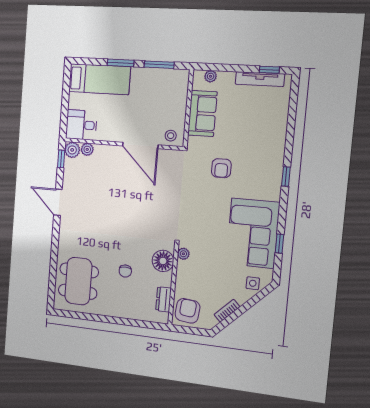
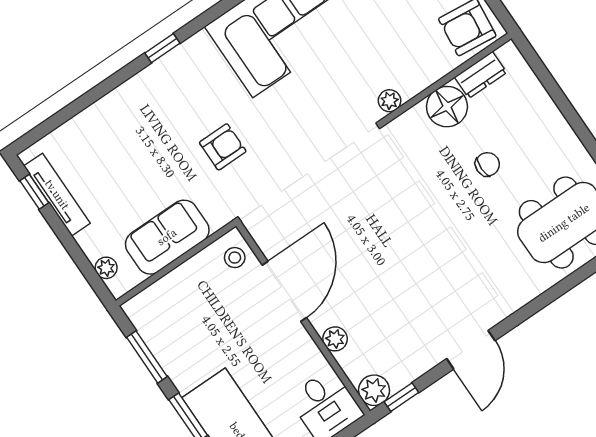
plant: (87, 149) -> (335, 339), moved
floor lamp: (163, 261) -> (447, 107), moved

